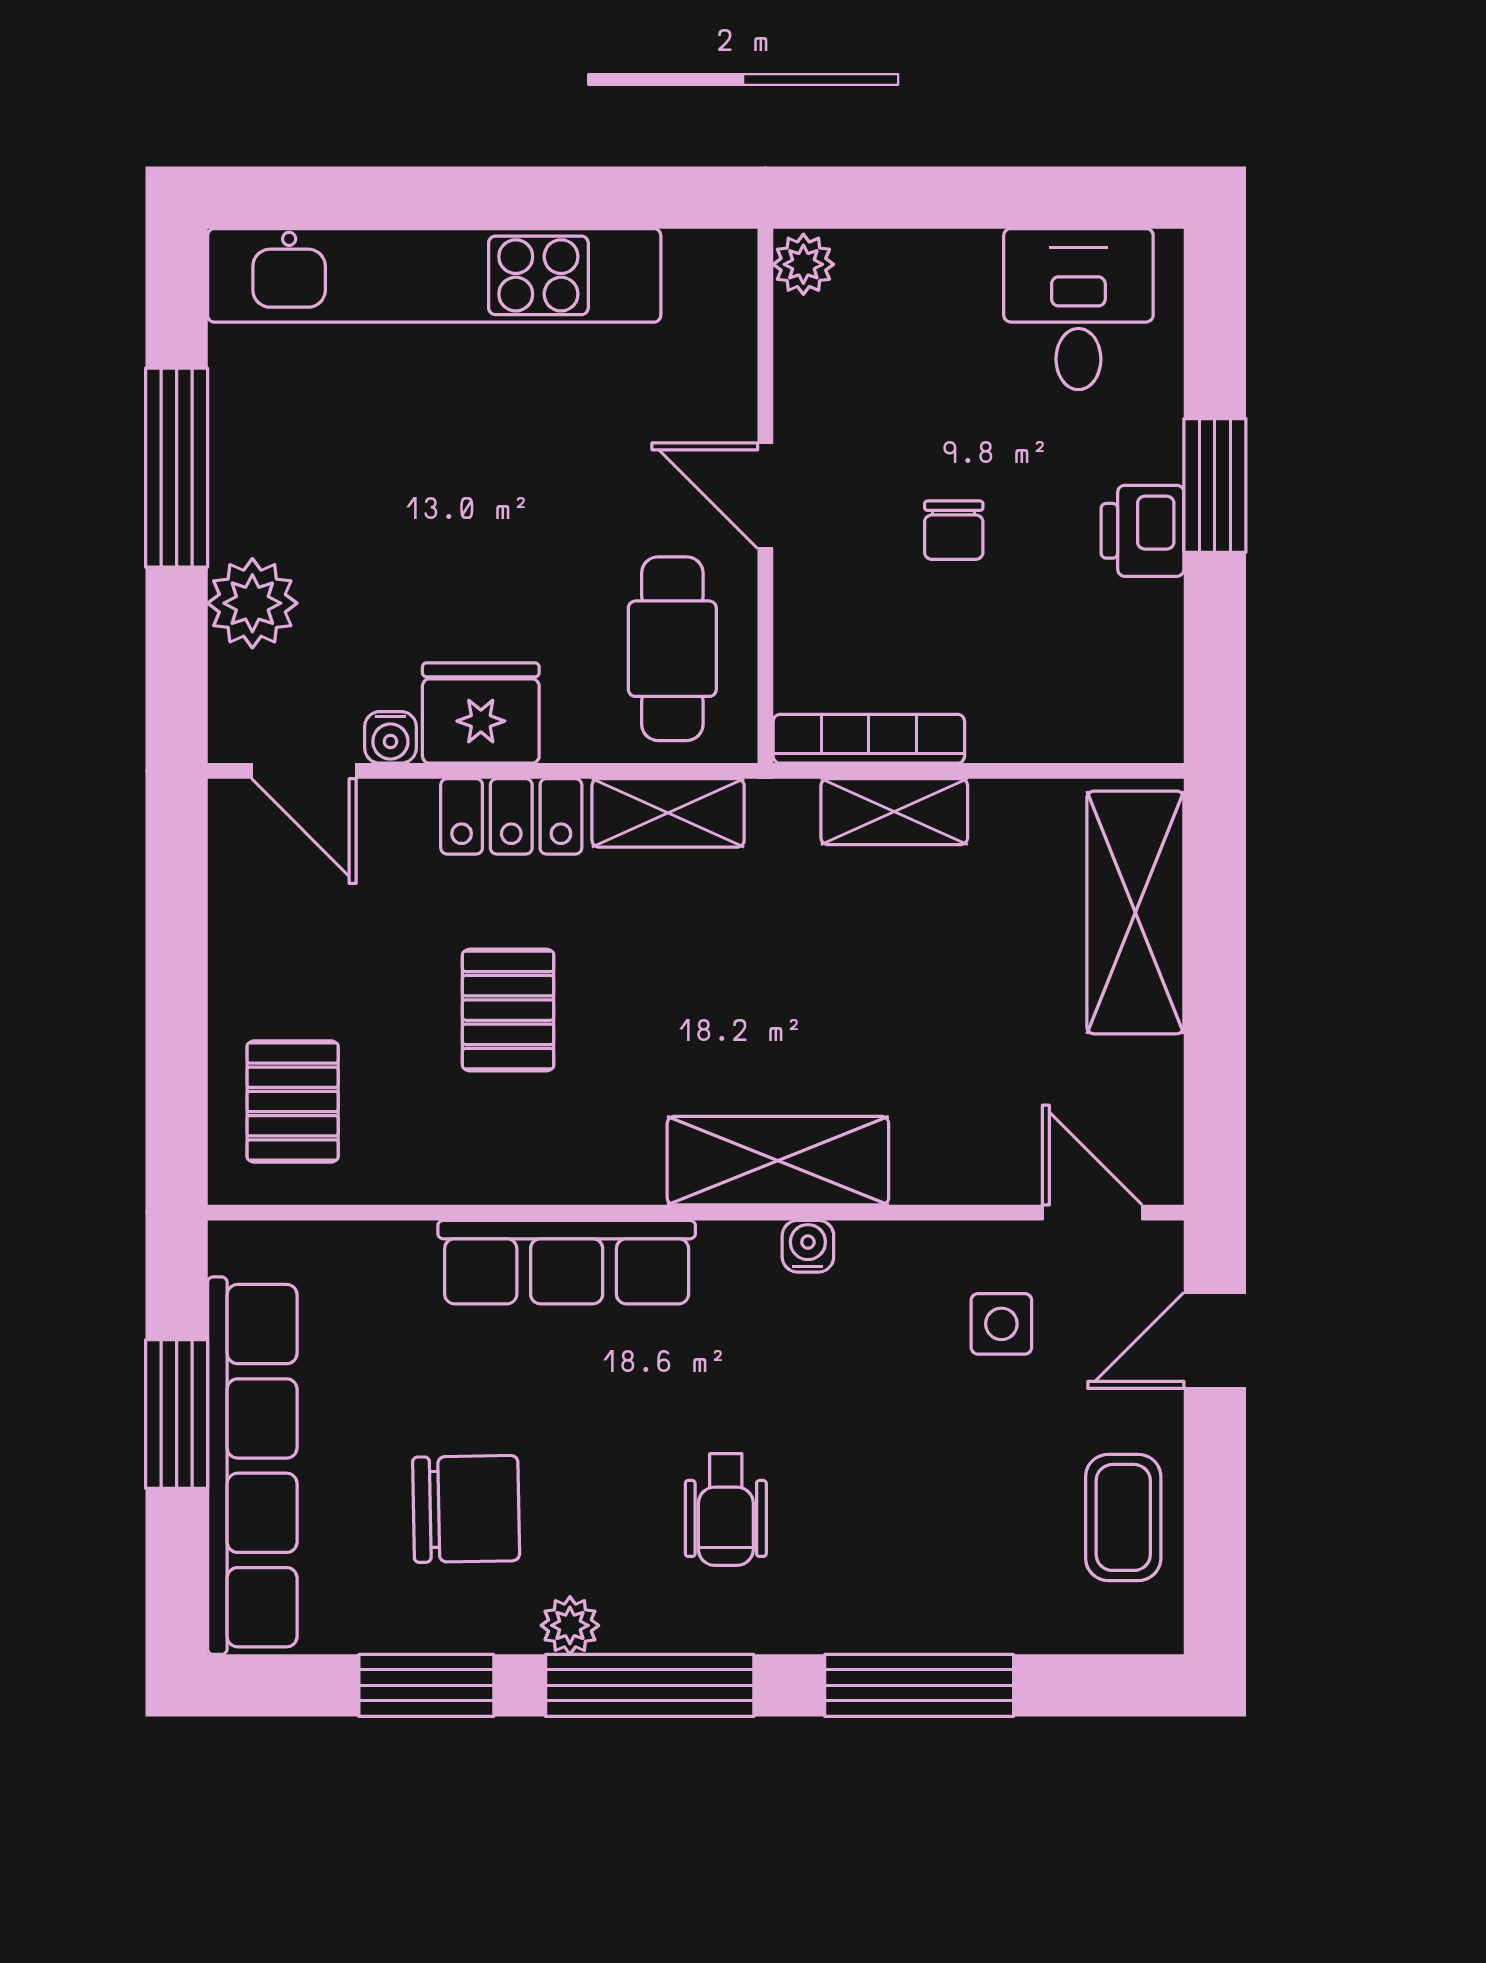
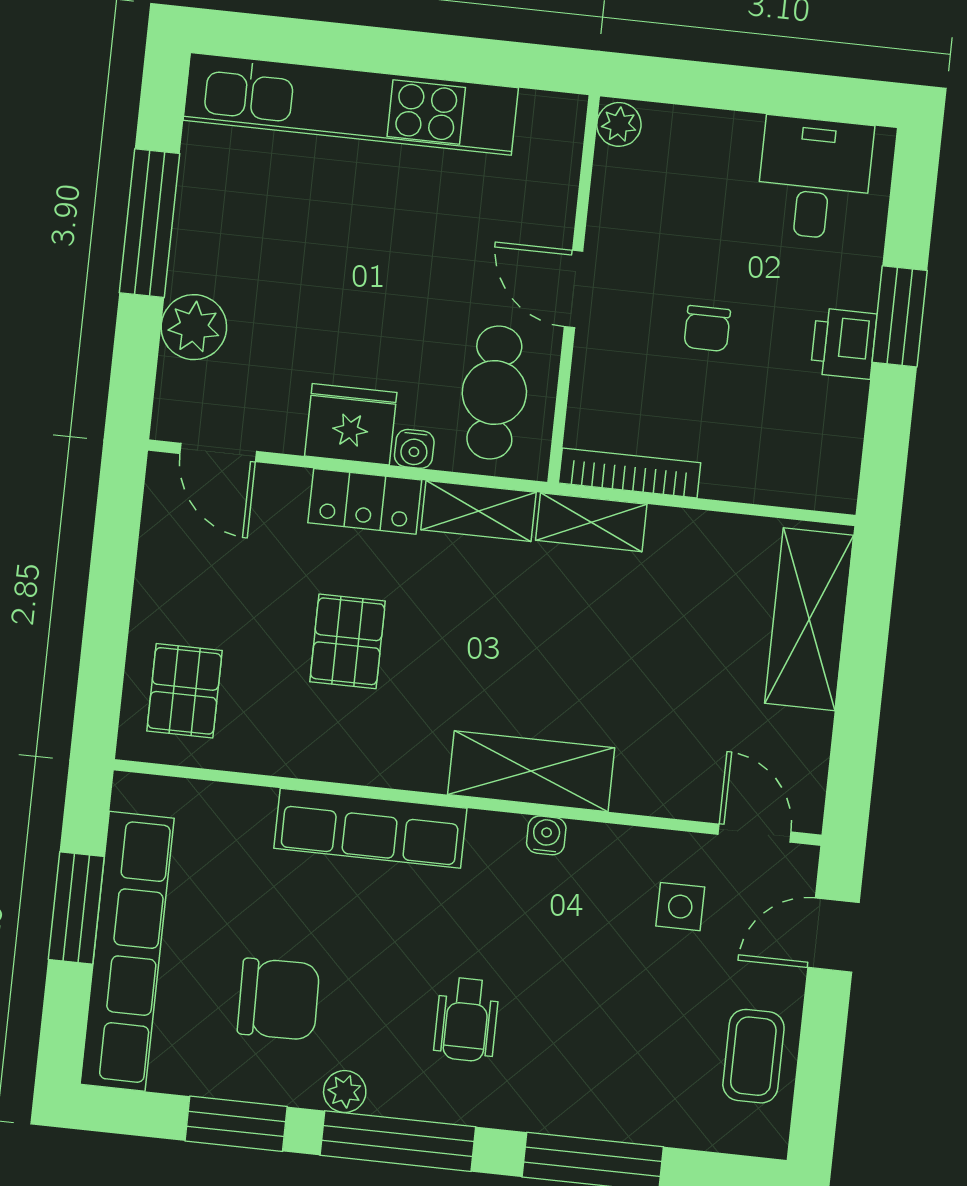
water cooler: (390, 737) -> (414, 449), moved
shelving: (894, 812) -> (591, 522), moved

